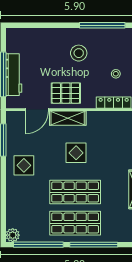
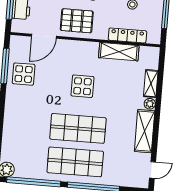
shelving: (68, 118) -> (119, 52), moved
display table: (24, 165) -> (24, 74), moved

